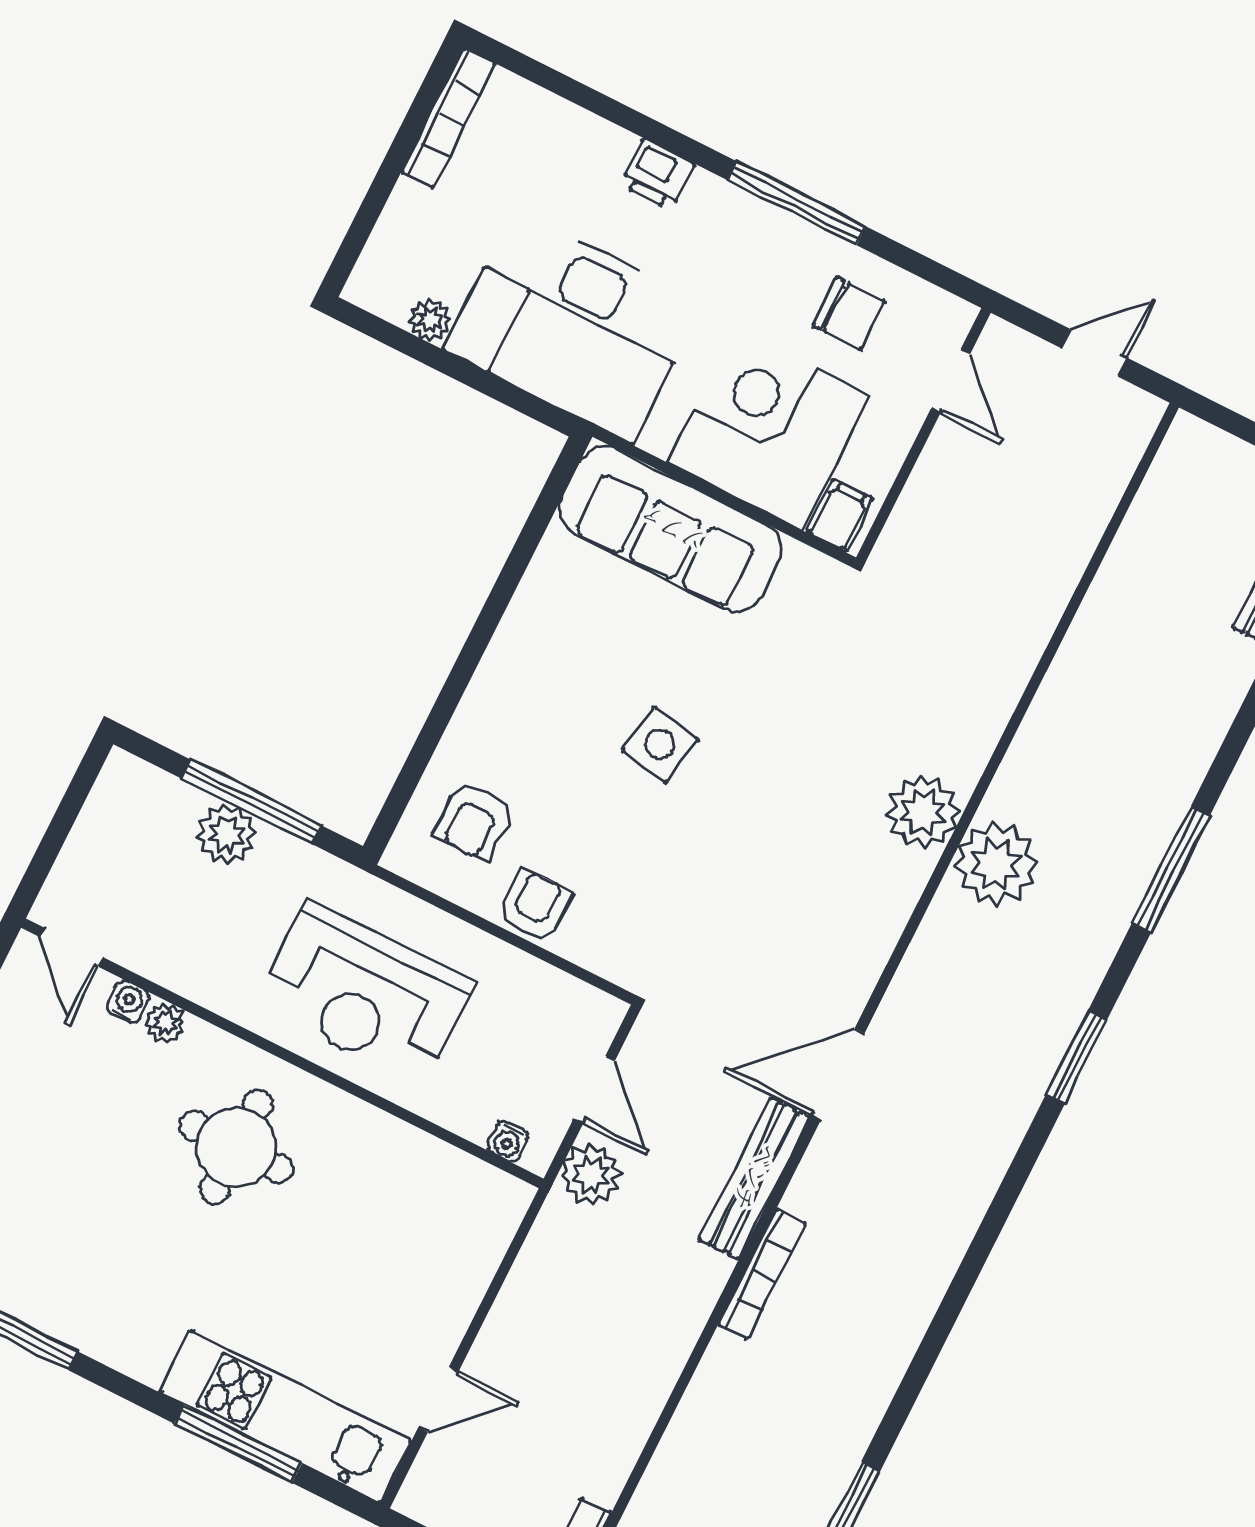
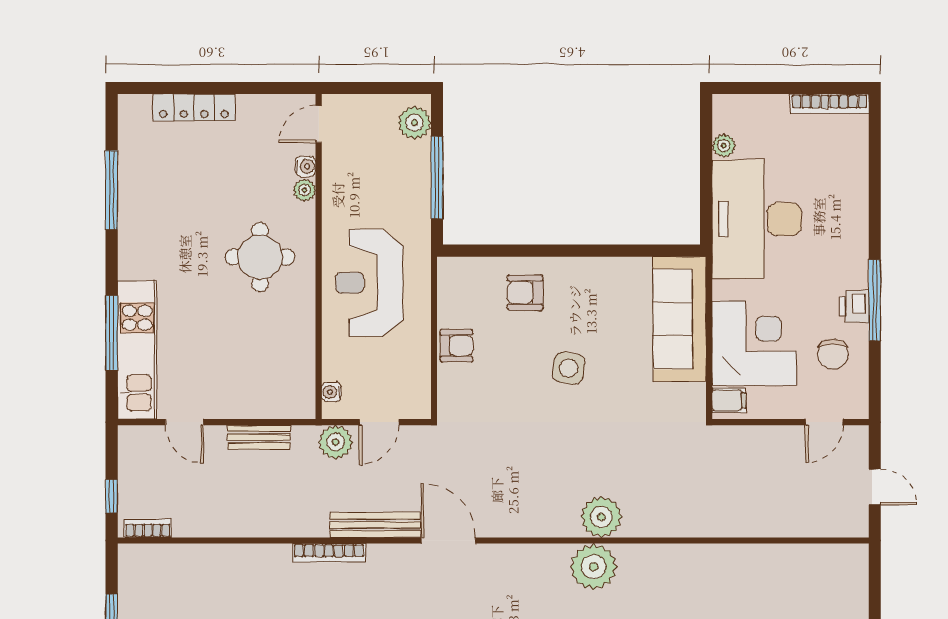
printer: (657, 174) -> (854, 306), moved
armchair: (474, 821) -> (525, 293), moved
plant: (227, 834) -> (414, 123), moved
bench: (522, 1293) -> (259, 437), added

